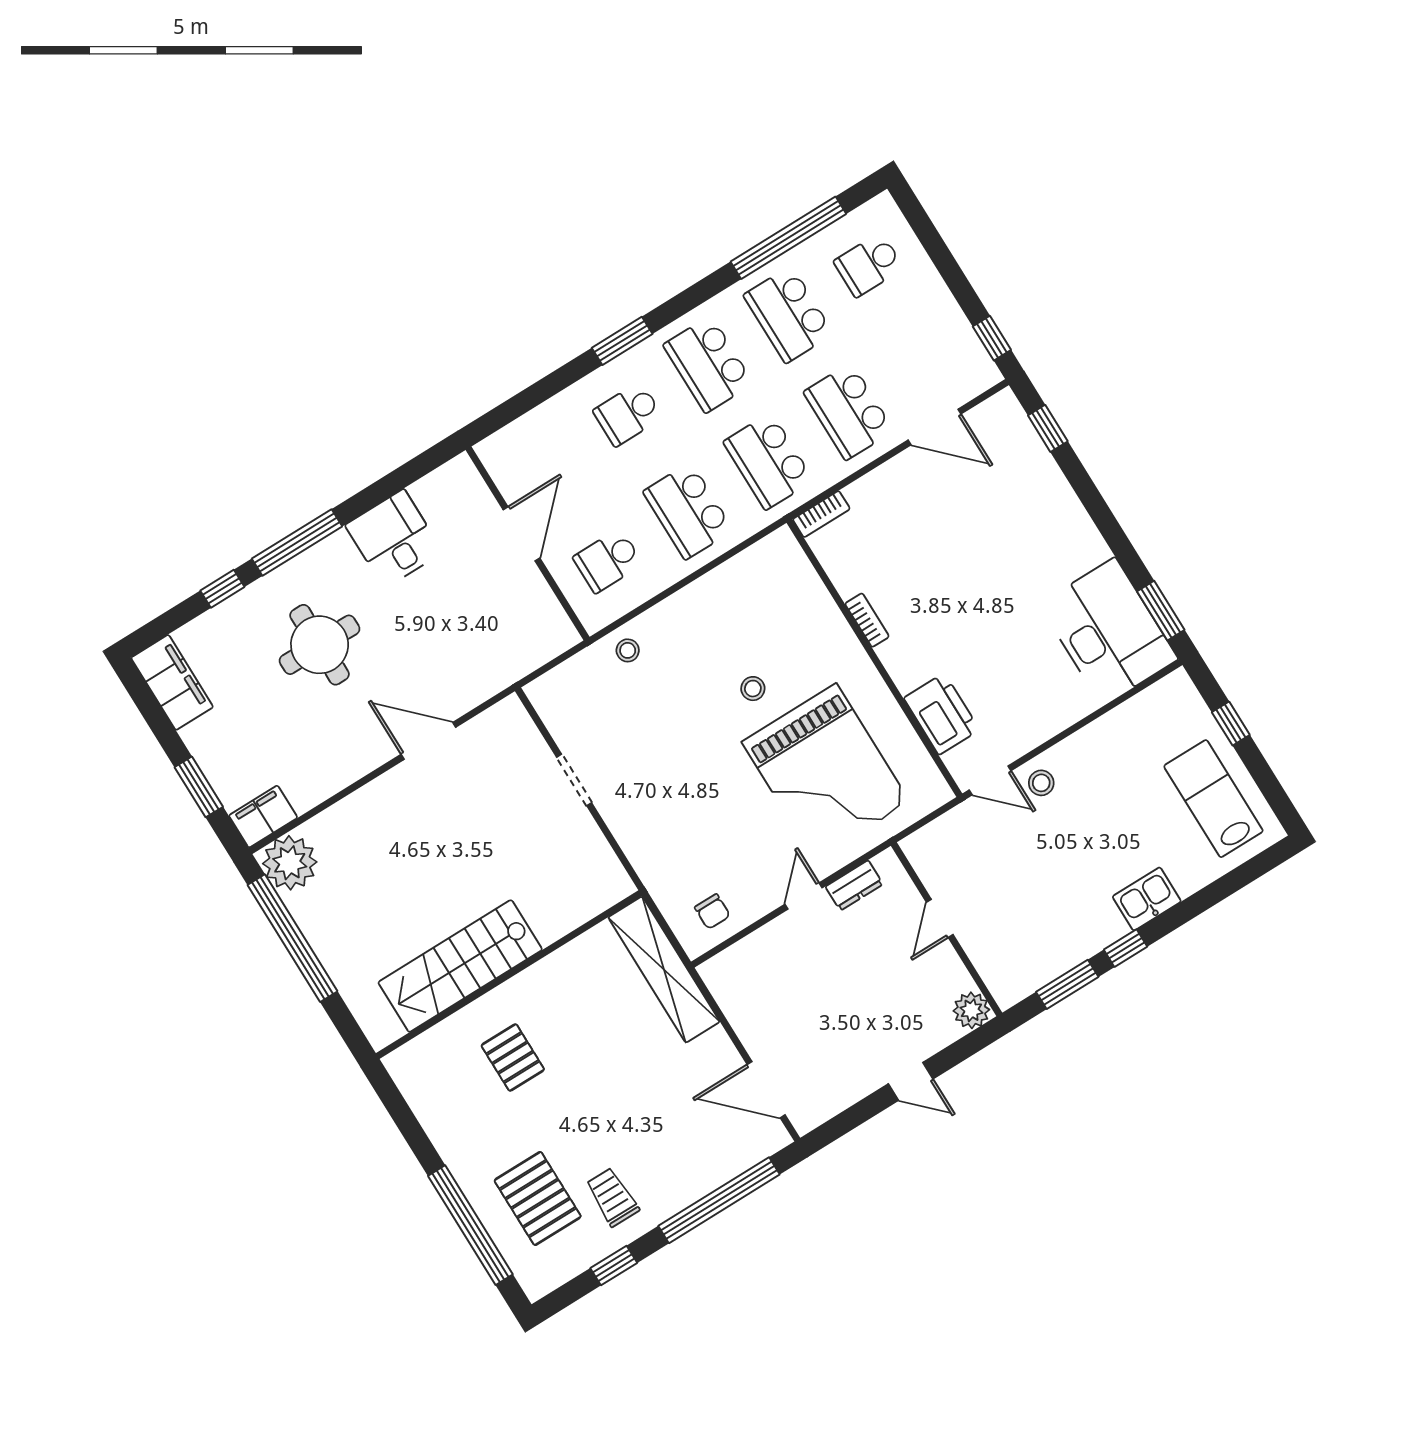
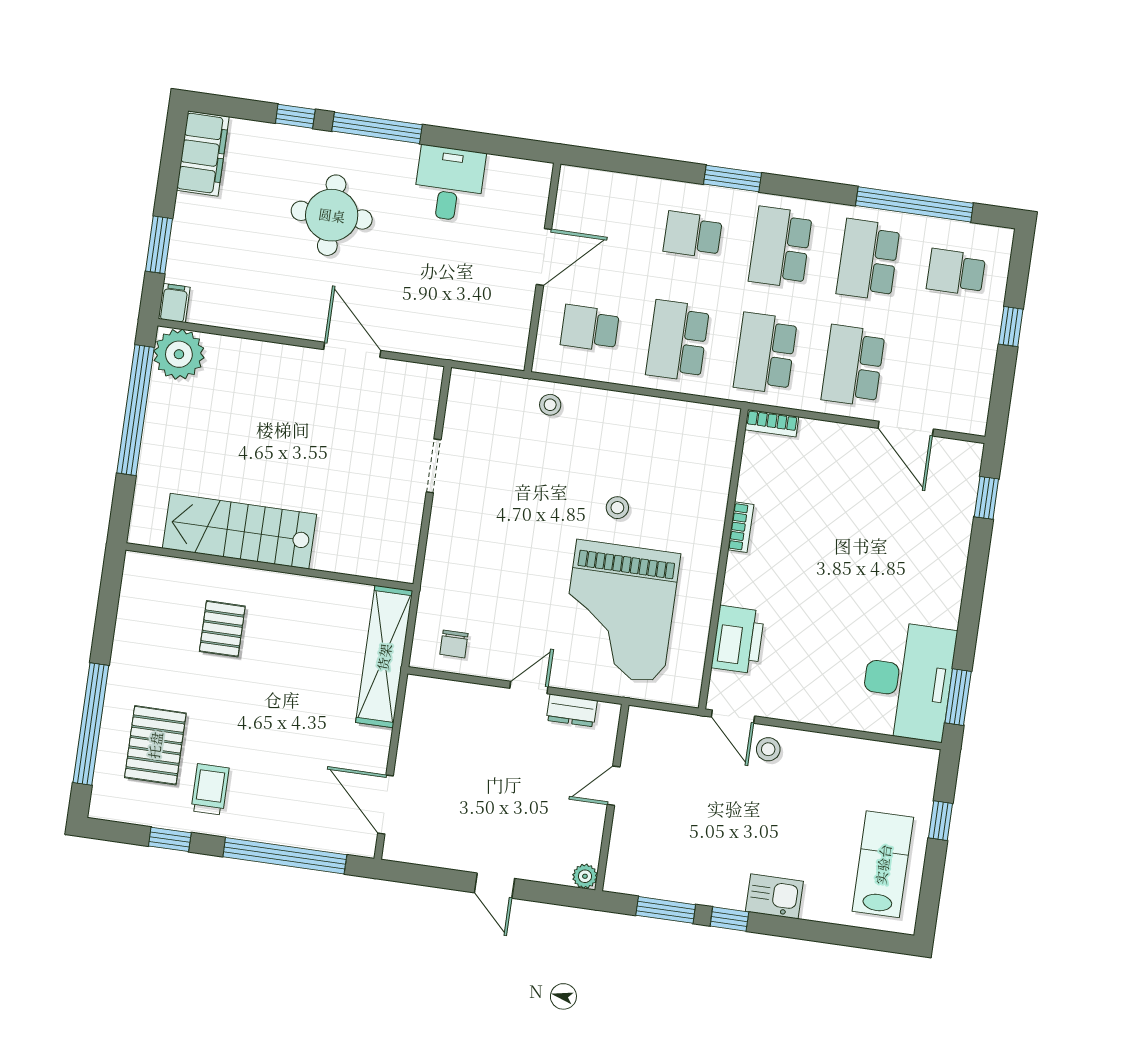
window: (992, 338) -> (1011, 327), moved
filing cabinet: (263, 817) -> (174, 303), width x0.50
plant: (971, 1010) -> (585, 876), width x0.73, depth x0.73

